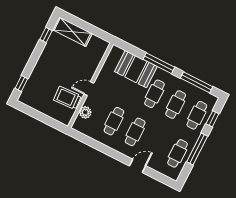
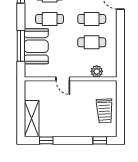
window: (159, 63) -> (21, 46), moved
door: (89, 89) -> (63, 79), moved
trolley: (67, 98) -> (104, 111), moved

